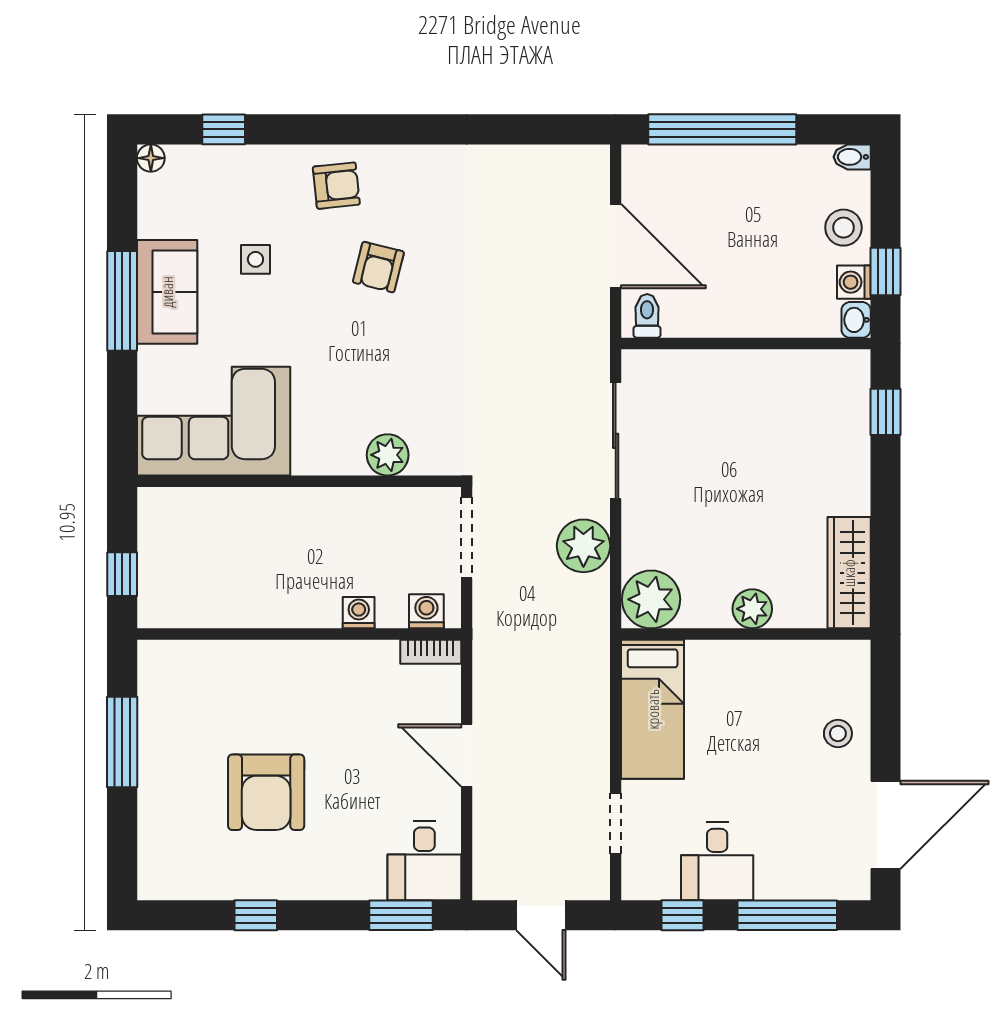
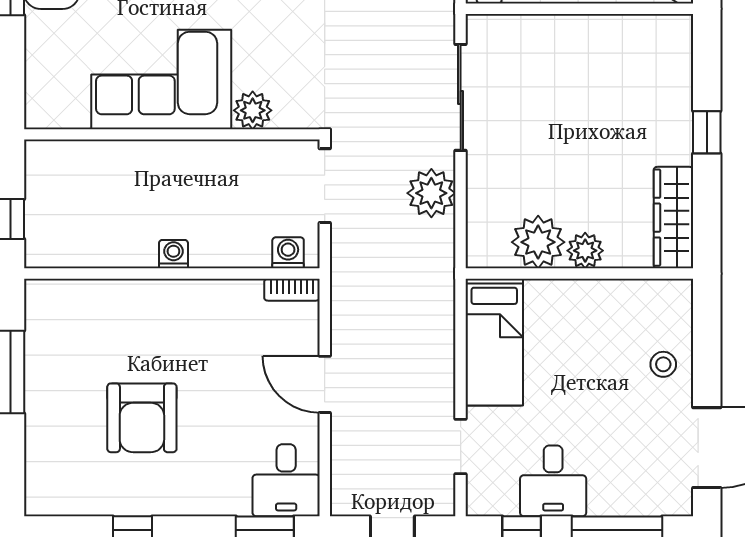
window: (886, 412) -> (707, 132), moved
corner sofa: (214, 421) -> (161, 79), moved
plant: (651, 599) -> (538, 242), moved
washing machine: (359, 613) -> (173, 254), moved

